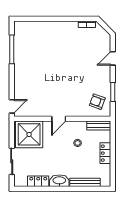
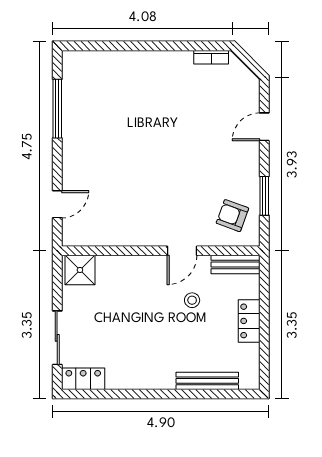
door: (12, 106) -> (57, 204), moved
door: (59, 119) -> (182, 251), moved
shower: (29, 134) -> (80, 270), width x0.54, depth x0.54
locker: (38, 181) -> (83, 379), moved
washbasin: (59, 181) -> (155, 377), removed

